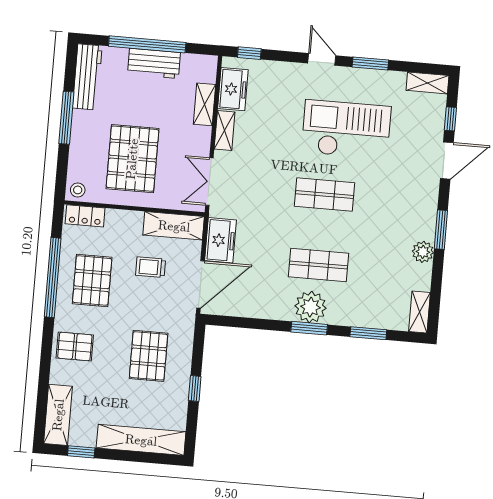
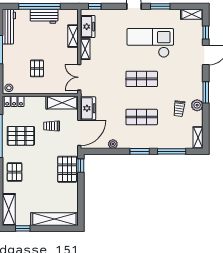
pallet: (132, 159) -> (37, 68), width x0.49, depth x0.50
trolley: (389, 255) -> (179, 109), added
pallet: (92, 280) -> (21, 136), turned 90
plant: (310, 307) -> (113, 144), moved, width x0.53, depth x0.53
window: (368, 333) -> (172, 151), width x1.44
pallet: (75, 346) -> (15, 172), turned 90
pallet: (149, 356) -> (67, 169), moved
window: (195, 389) -> (81, 166), moved

